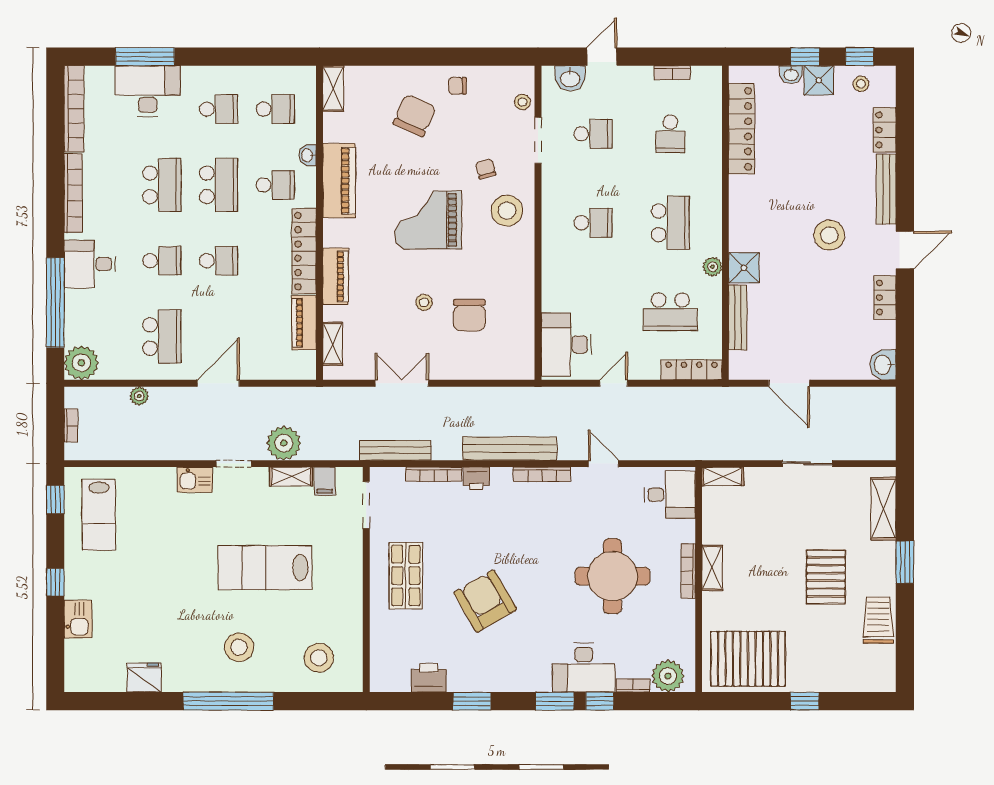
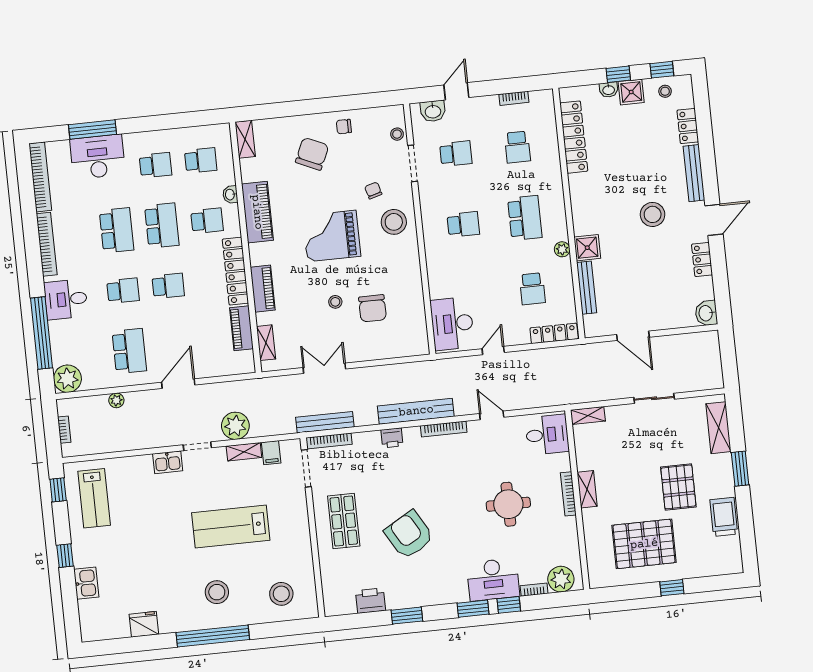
school desk: (670, 312) -> (532, 289), width x0.54
bookcase: (434, 474) -> (329, 441), moved
round table: (612, 576) -> (508, 504), width x0.73, depth x0.73
pallet: (748, 659) -> (644, 544), moved

